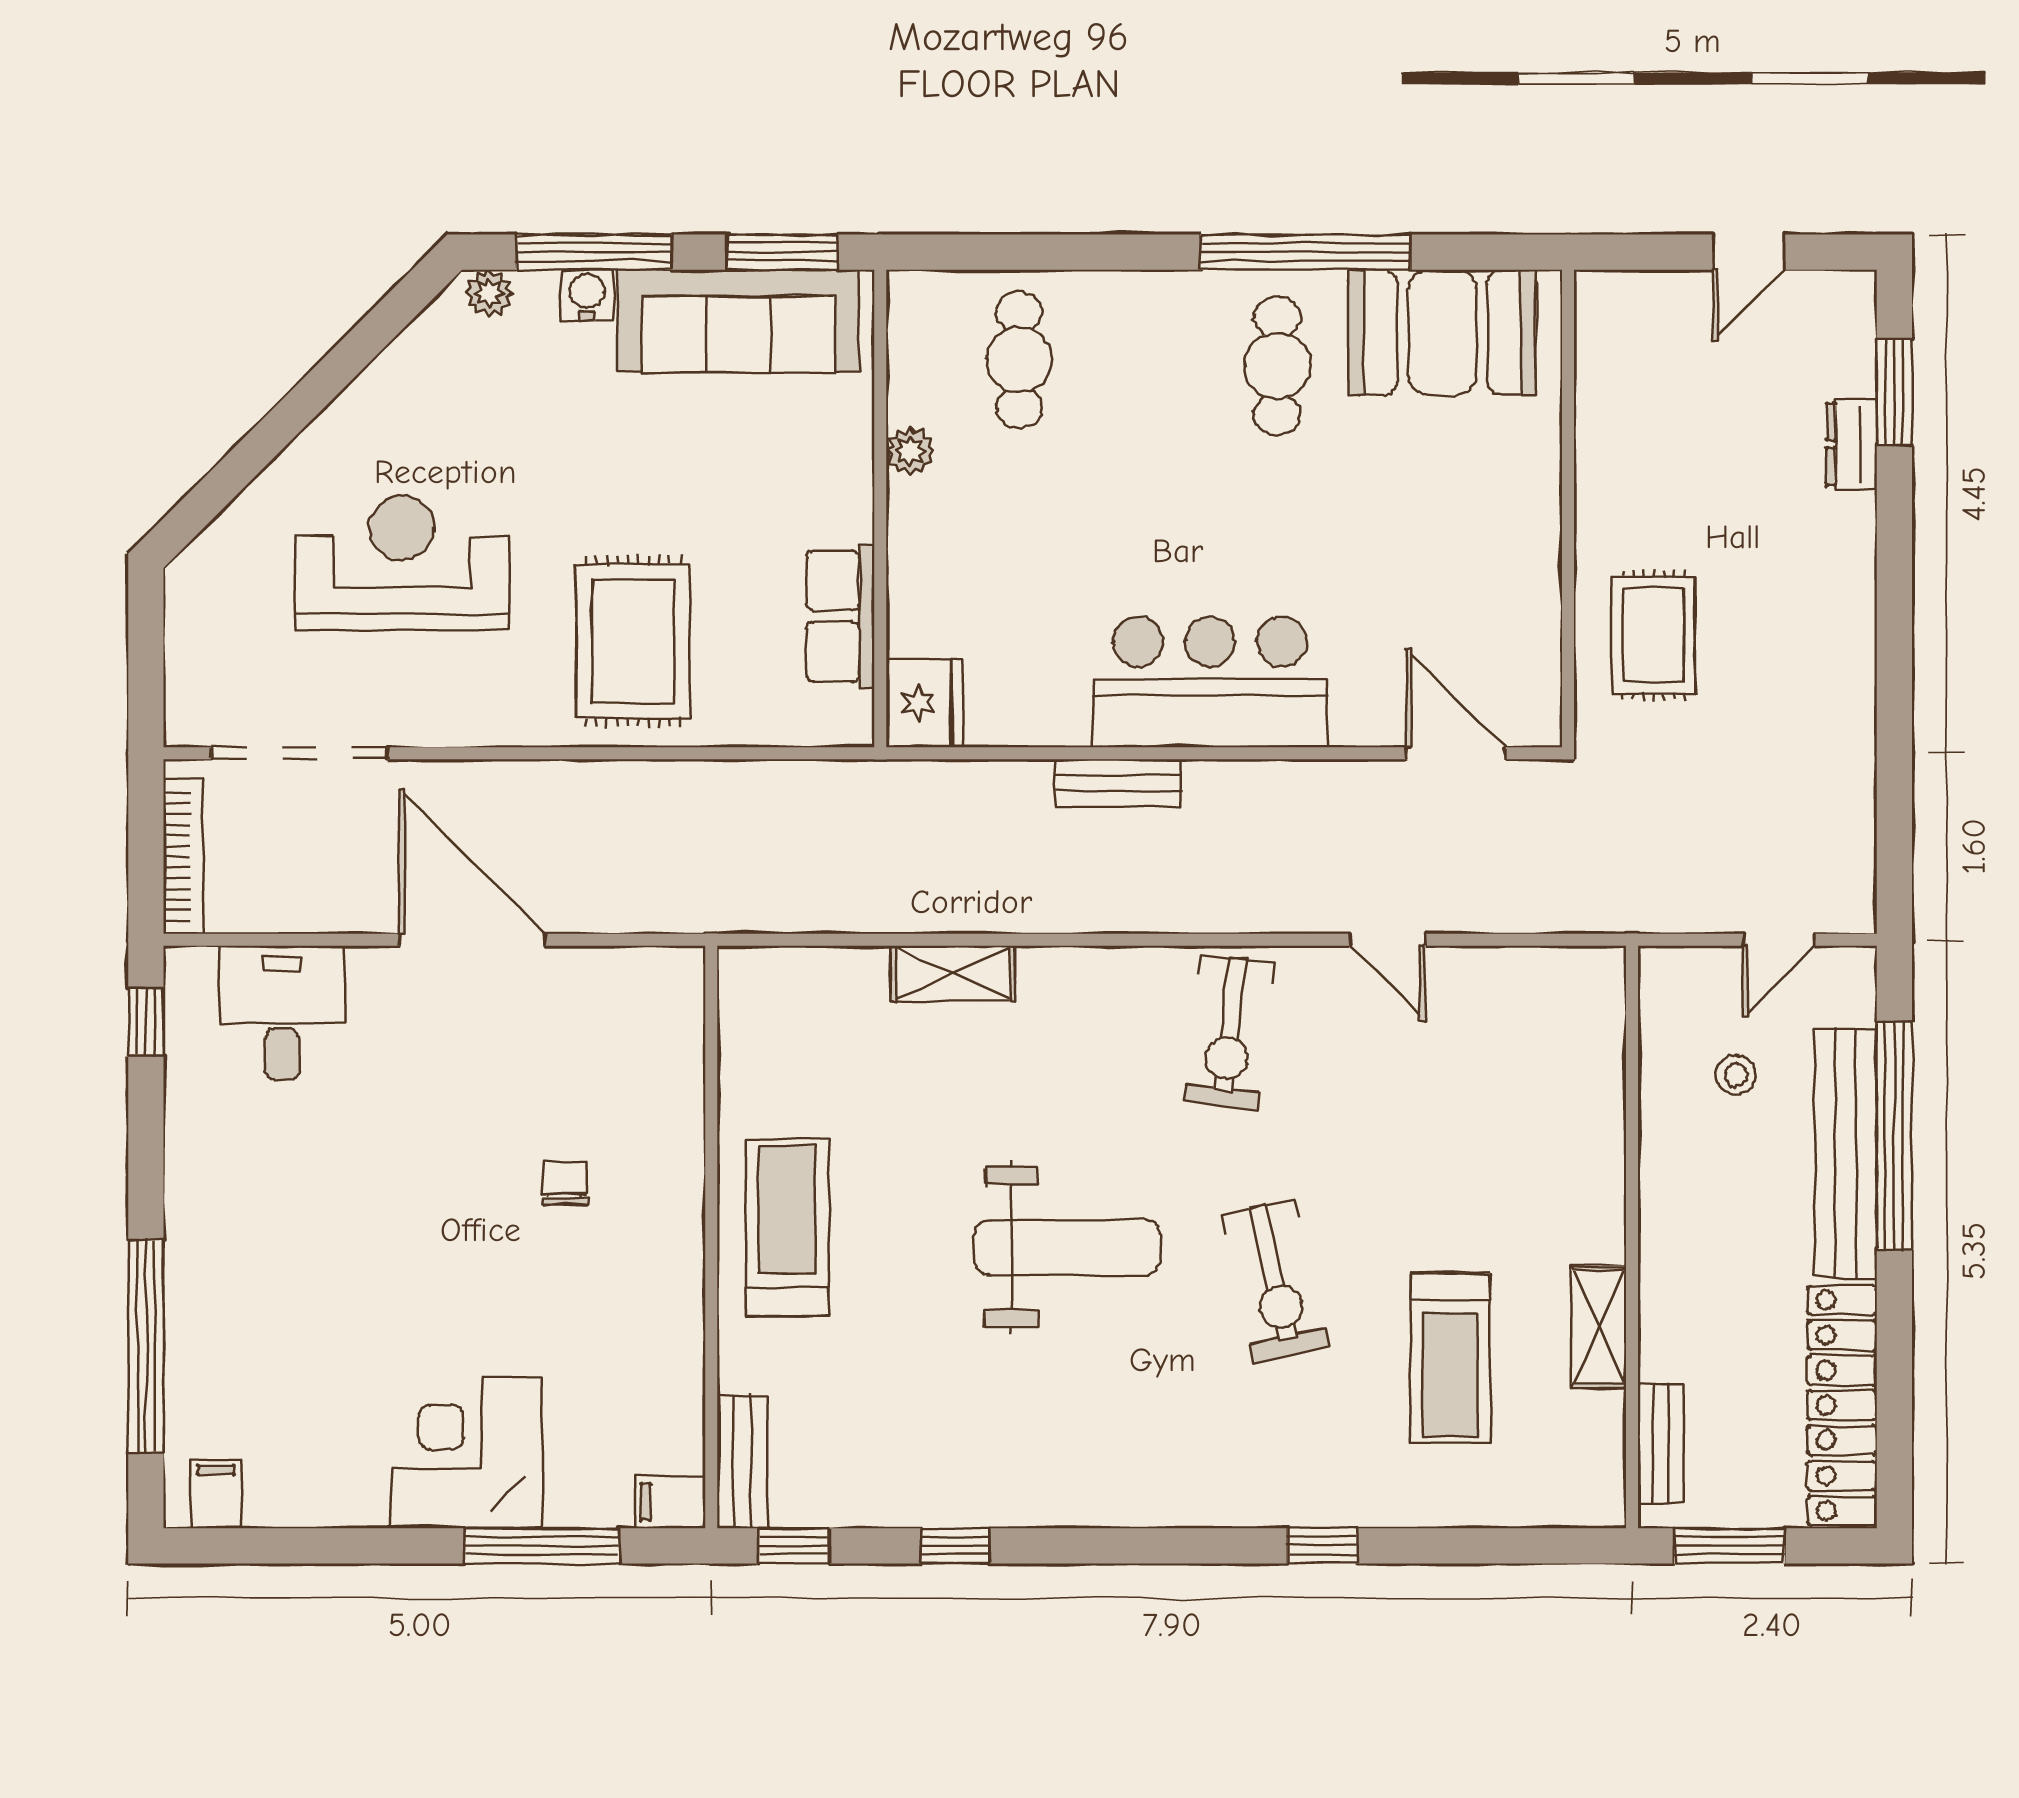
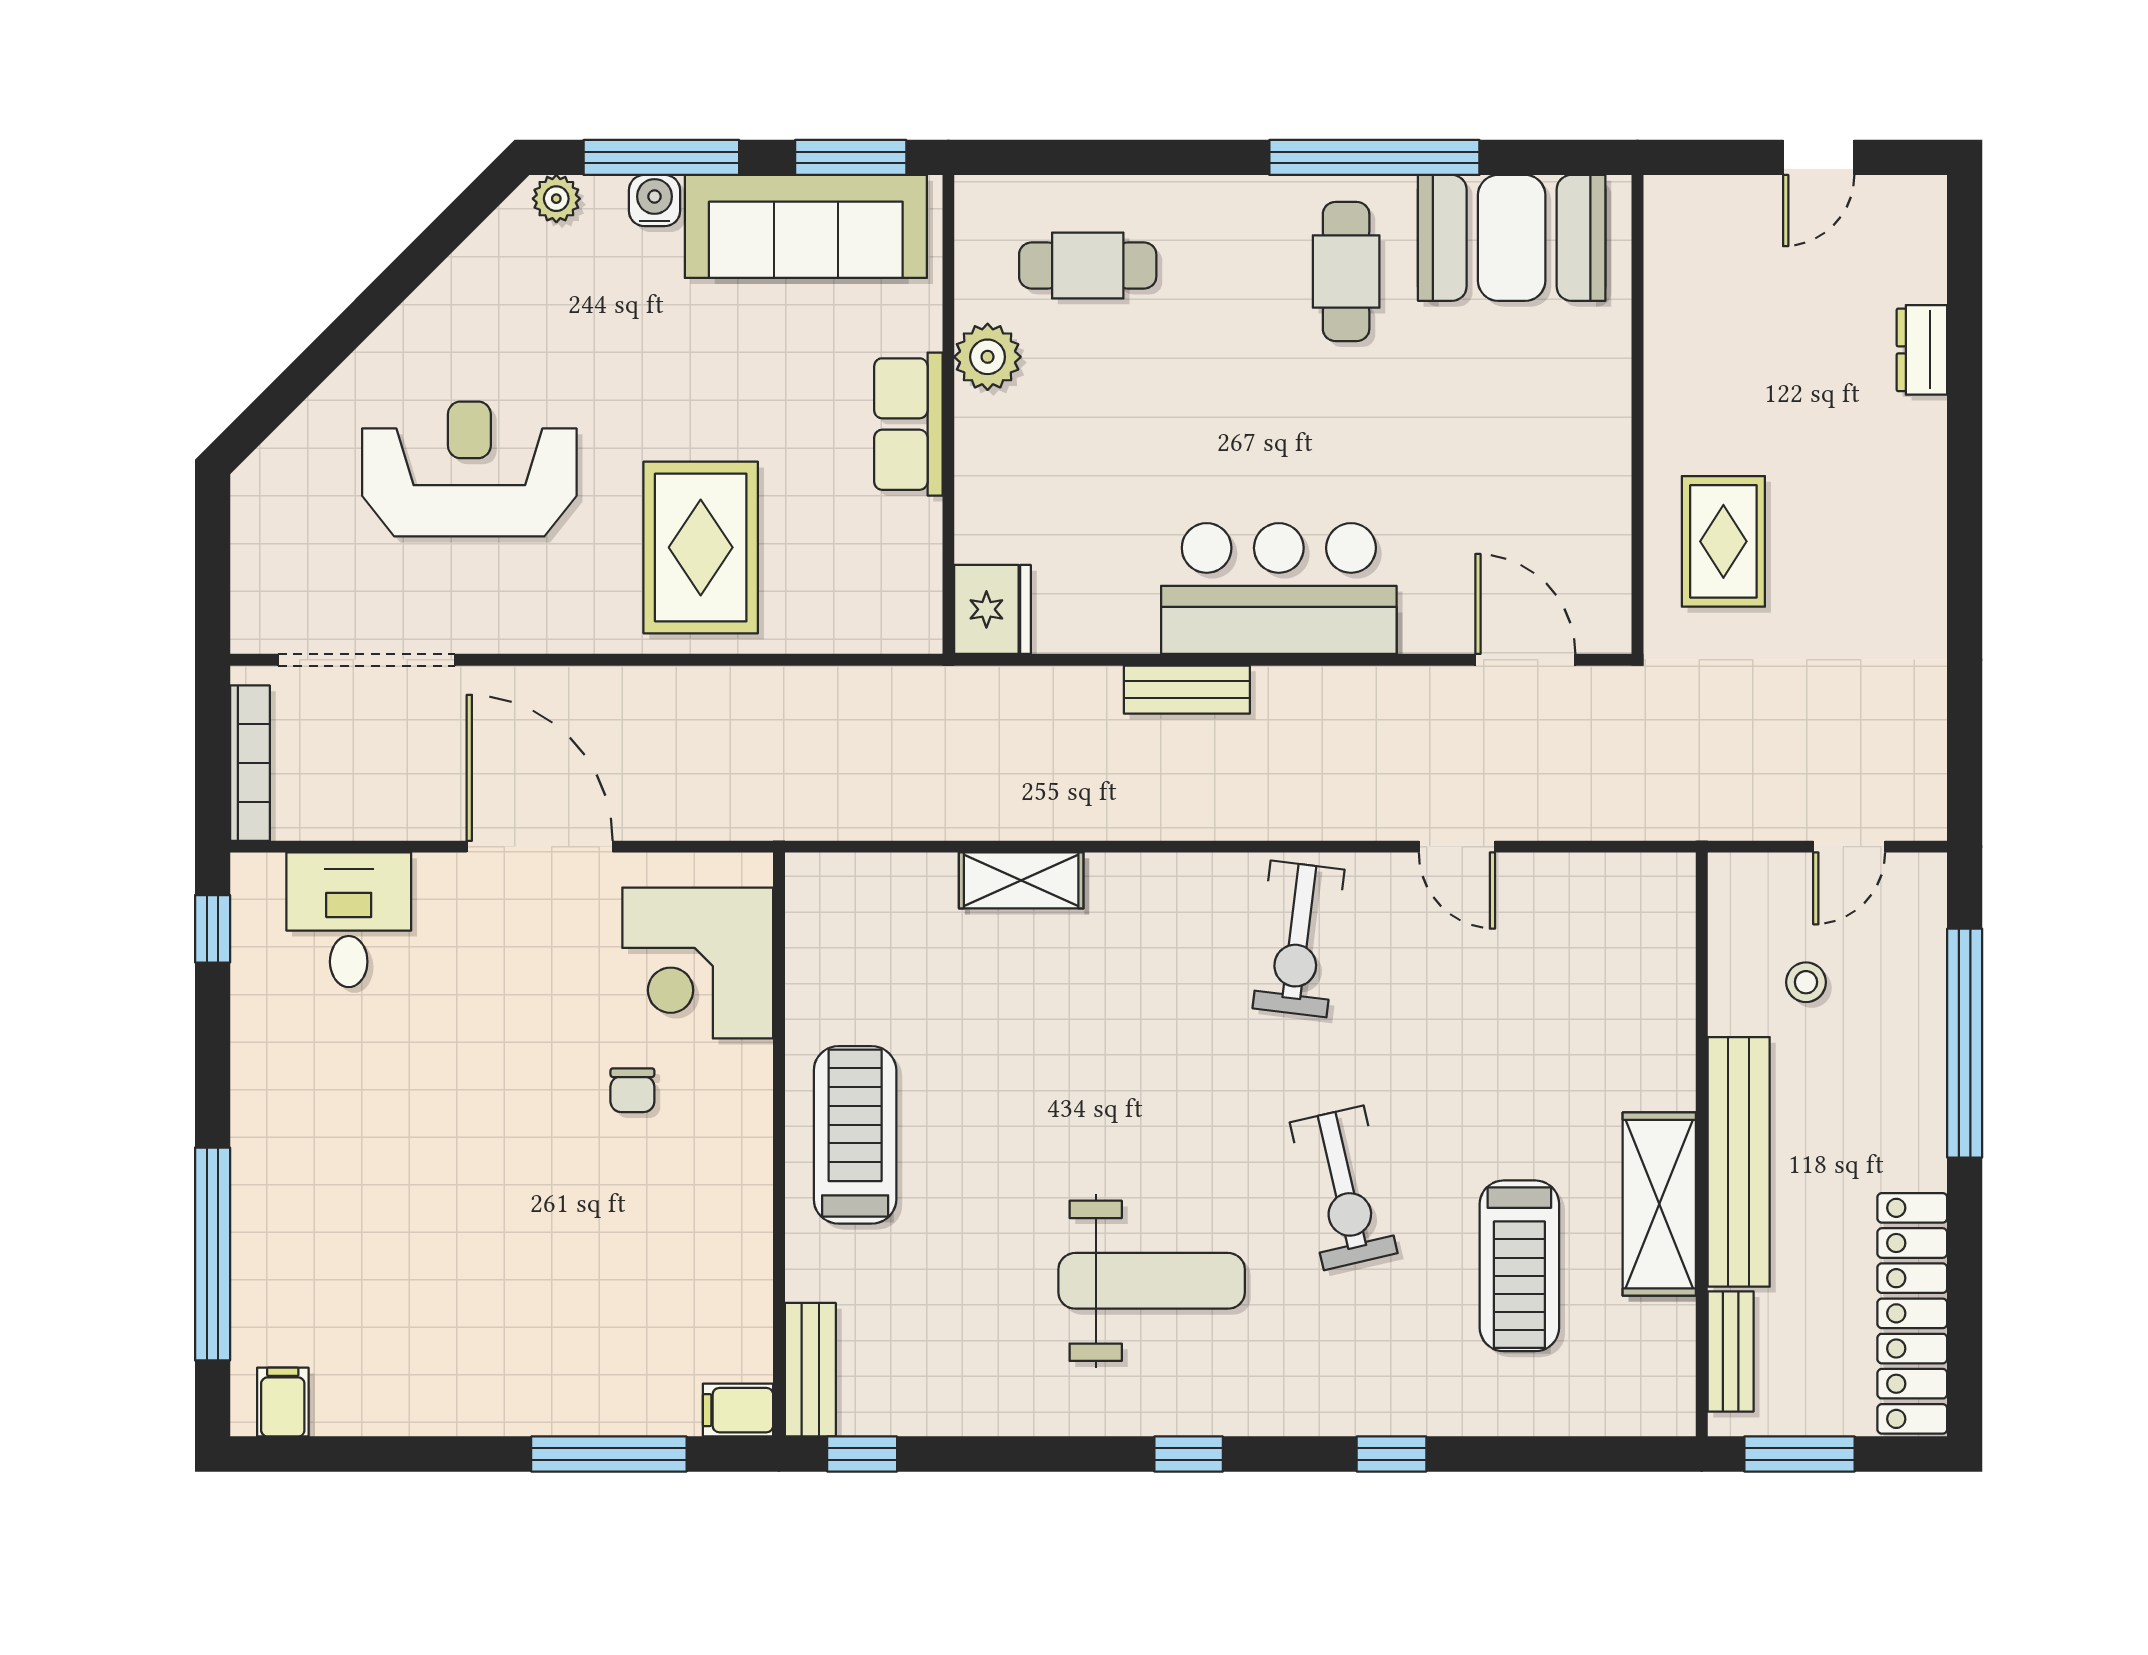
cafe table: (1019, 360) -> (1088, 266), turned 90
window: (1894, 392) -> (1965, 298), removed
plant: (910, 451) -> (988, 357), width x1.38, depth x1.38
row of seats: (840, 616) -> (908, 424), moved
bench: (1846, 1153) -> (1739, 1162), moved
chair: (565, 1183) -> (632, 1090), turned 180
weight bench: (1067, 1247) -> (1152, 1281), moved
shelving: (1599, 1327) -> (1659, 1204), width x1.50, depth x1.33
corner desk: (466, 1453) -> (698, 963), moved, turned -90
window: (956, 1546) -> (1189, 1454), moved

